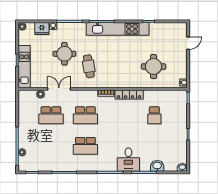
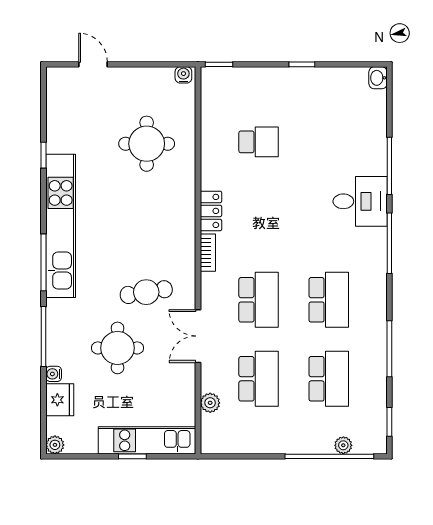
double door: (59, 89) -> (198, 336), moved
locker: (129, 94) -> (211, 211), width x0.66
school desk: (51, 146) -> (329, 379), added
washbasin: (157, 166) -> (374, 135), removed

